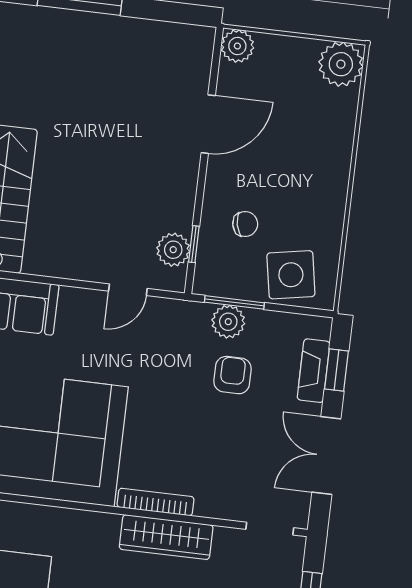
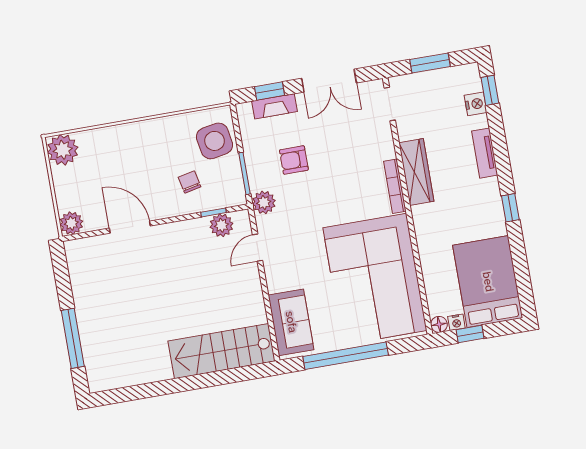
door: (128, 290) -> (258, 248), swing flipped
plant: (228, 322) -> (264, 202), moved

